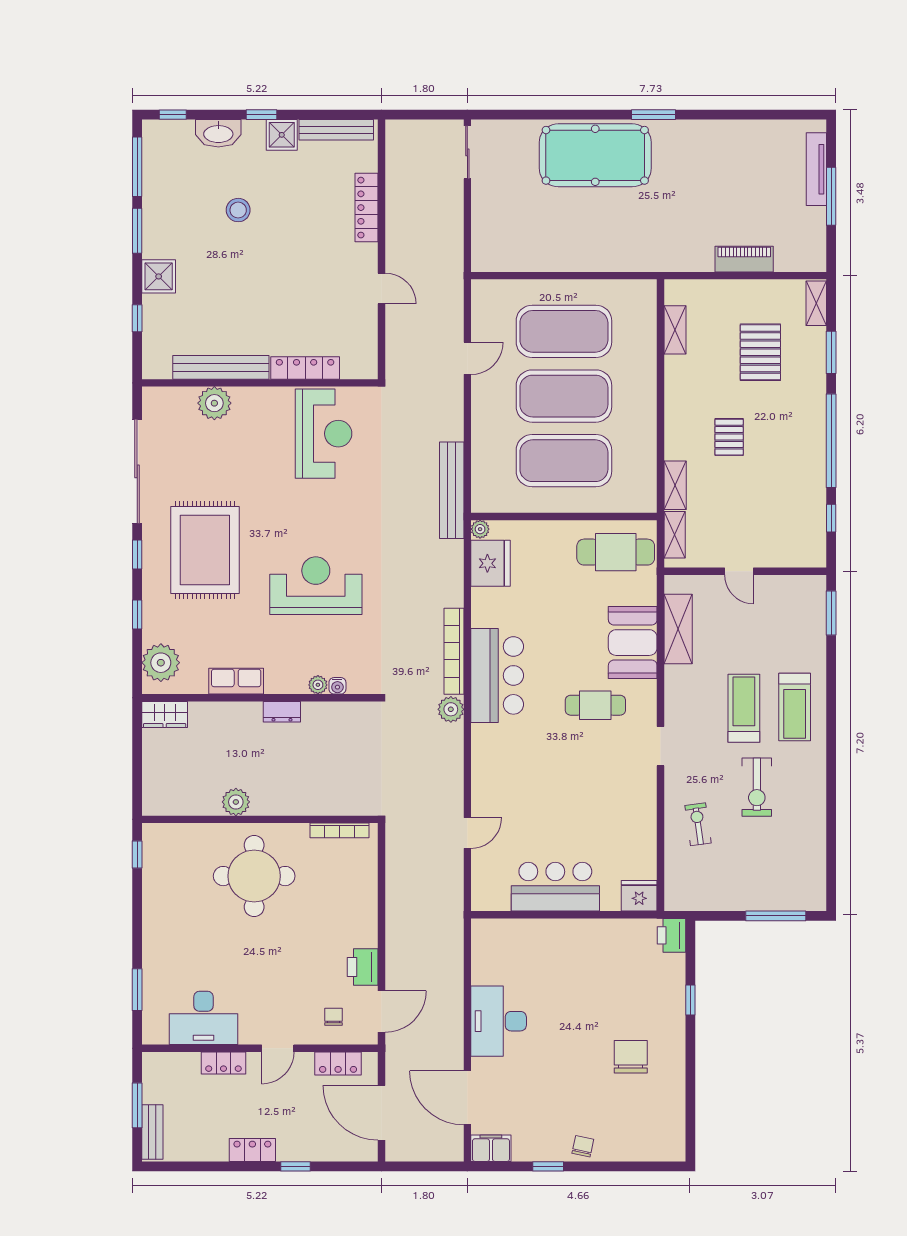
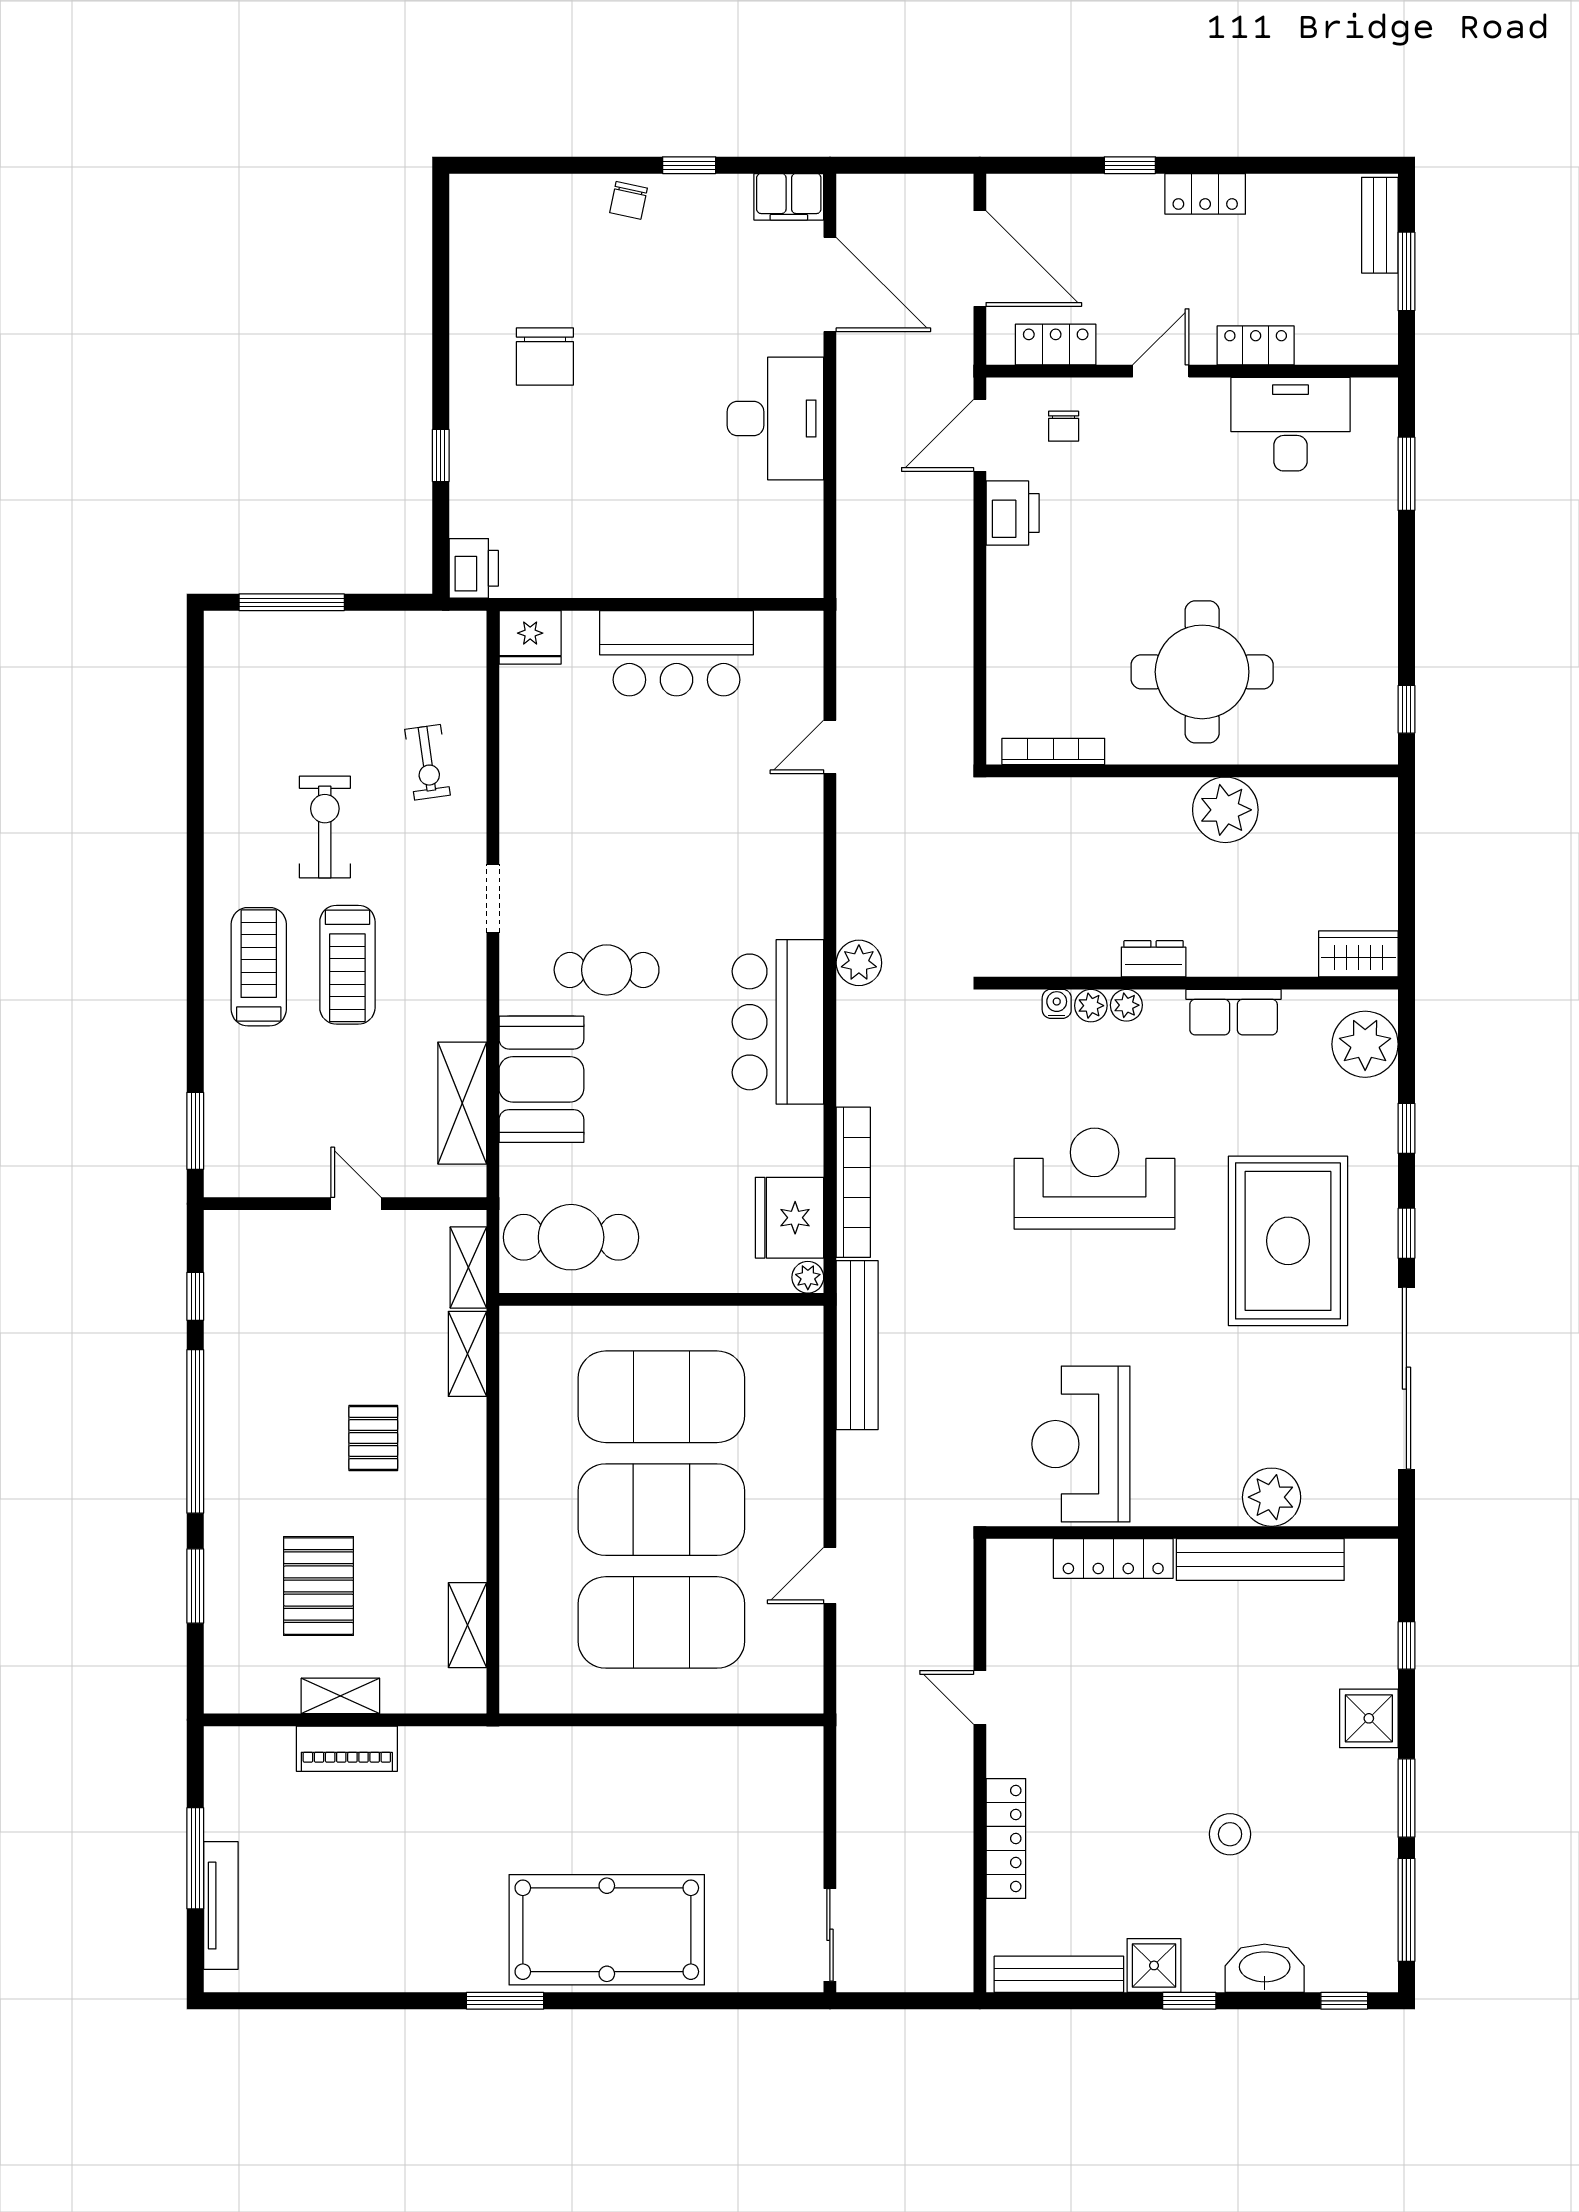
shelving: (816, 303) -> (340, 1696), moved, turned 90
reception desk: (316, 586) -> (1095, 1179), turned 180
bookcase: (454, 651) -> (853, 1182), moved
plant: (298, 685) -> (1126, 1005), added
plant: (236, 802) -> (1225, 810), width x1.36, depth x1.36

